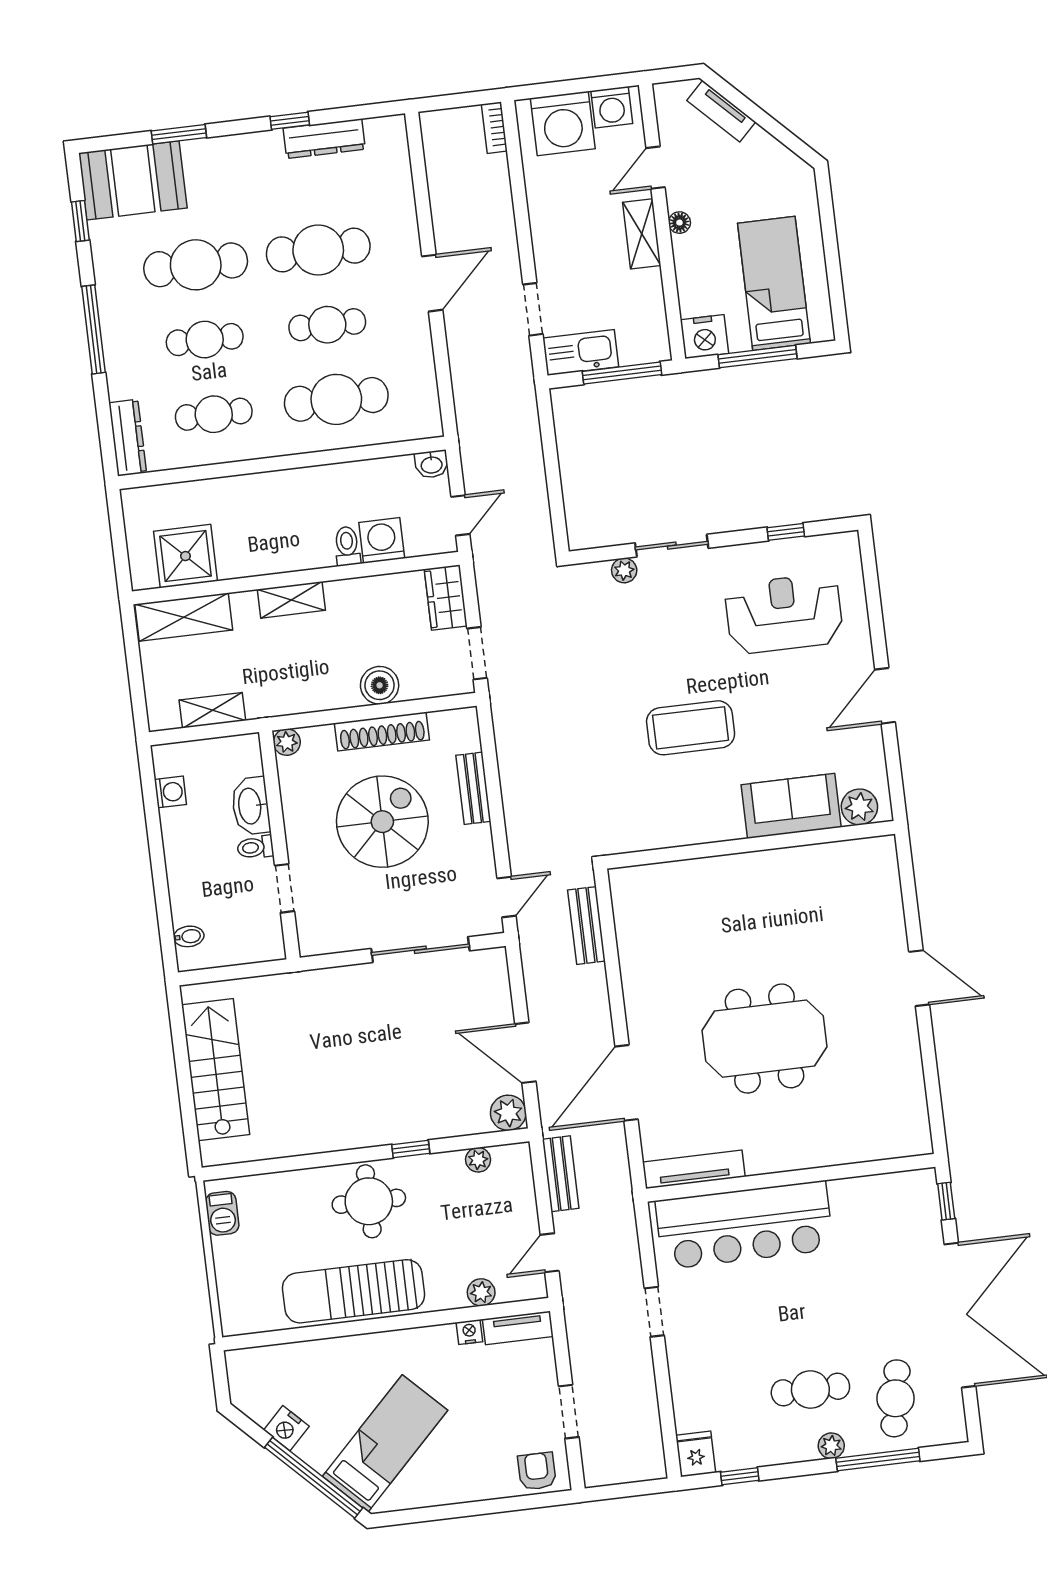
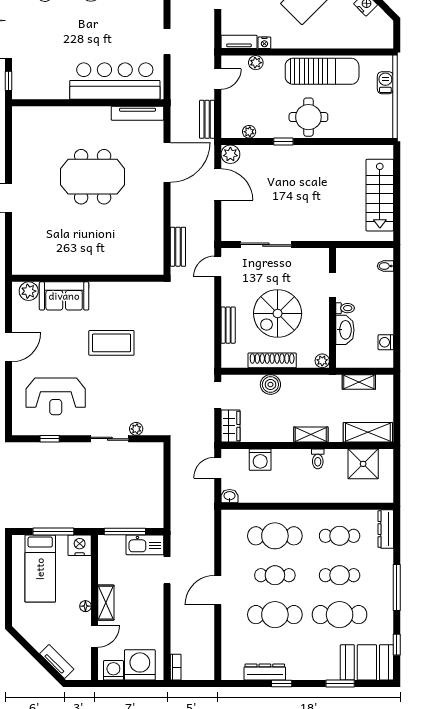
toilet: (347, 546) -> (318, 459), moved
barbecue: (222, 1213) -> (385, 83), moved

